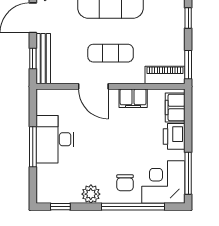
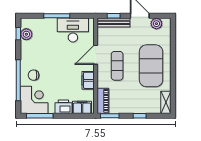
desk: (55, 139) -> (73, 30), moved
plant: (91, 194) -> (26, 34), moved

